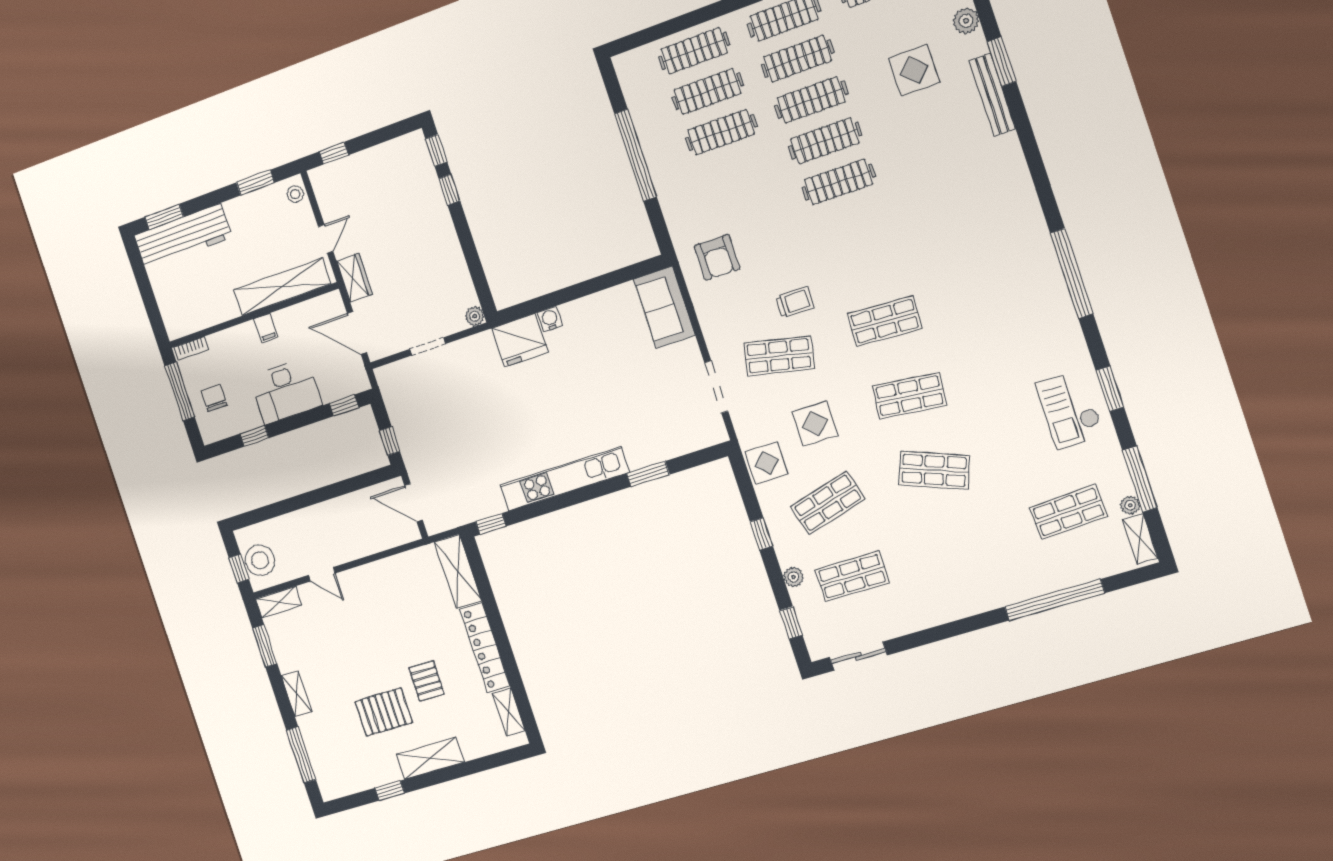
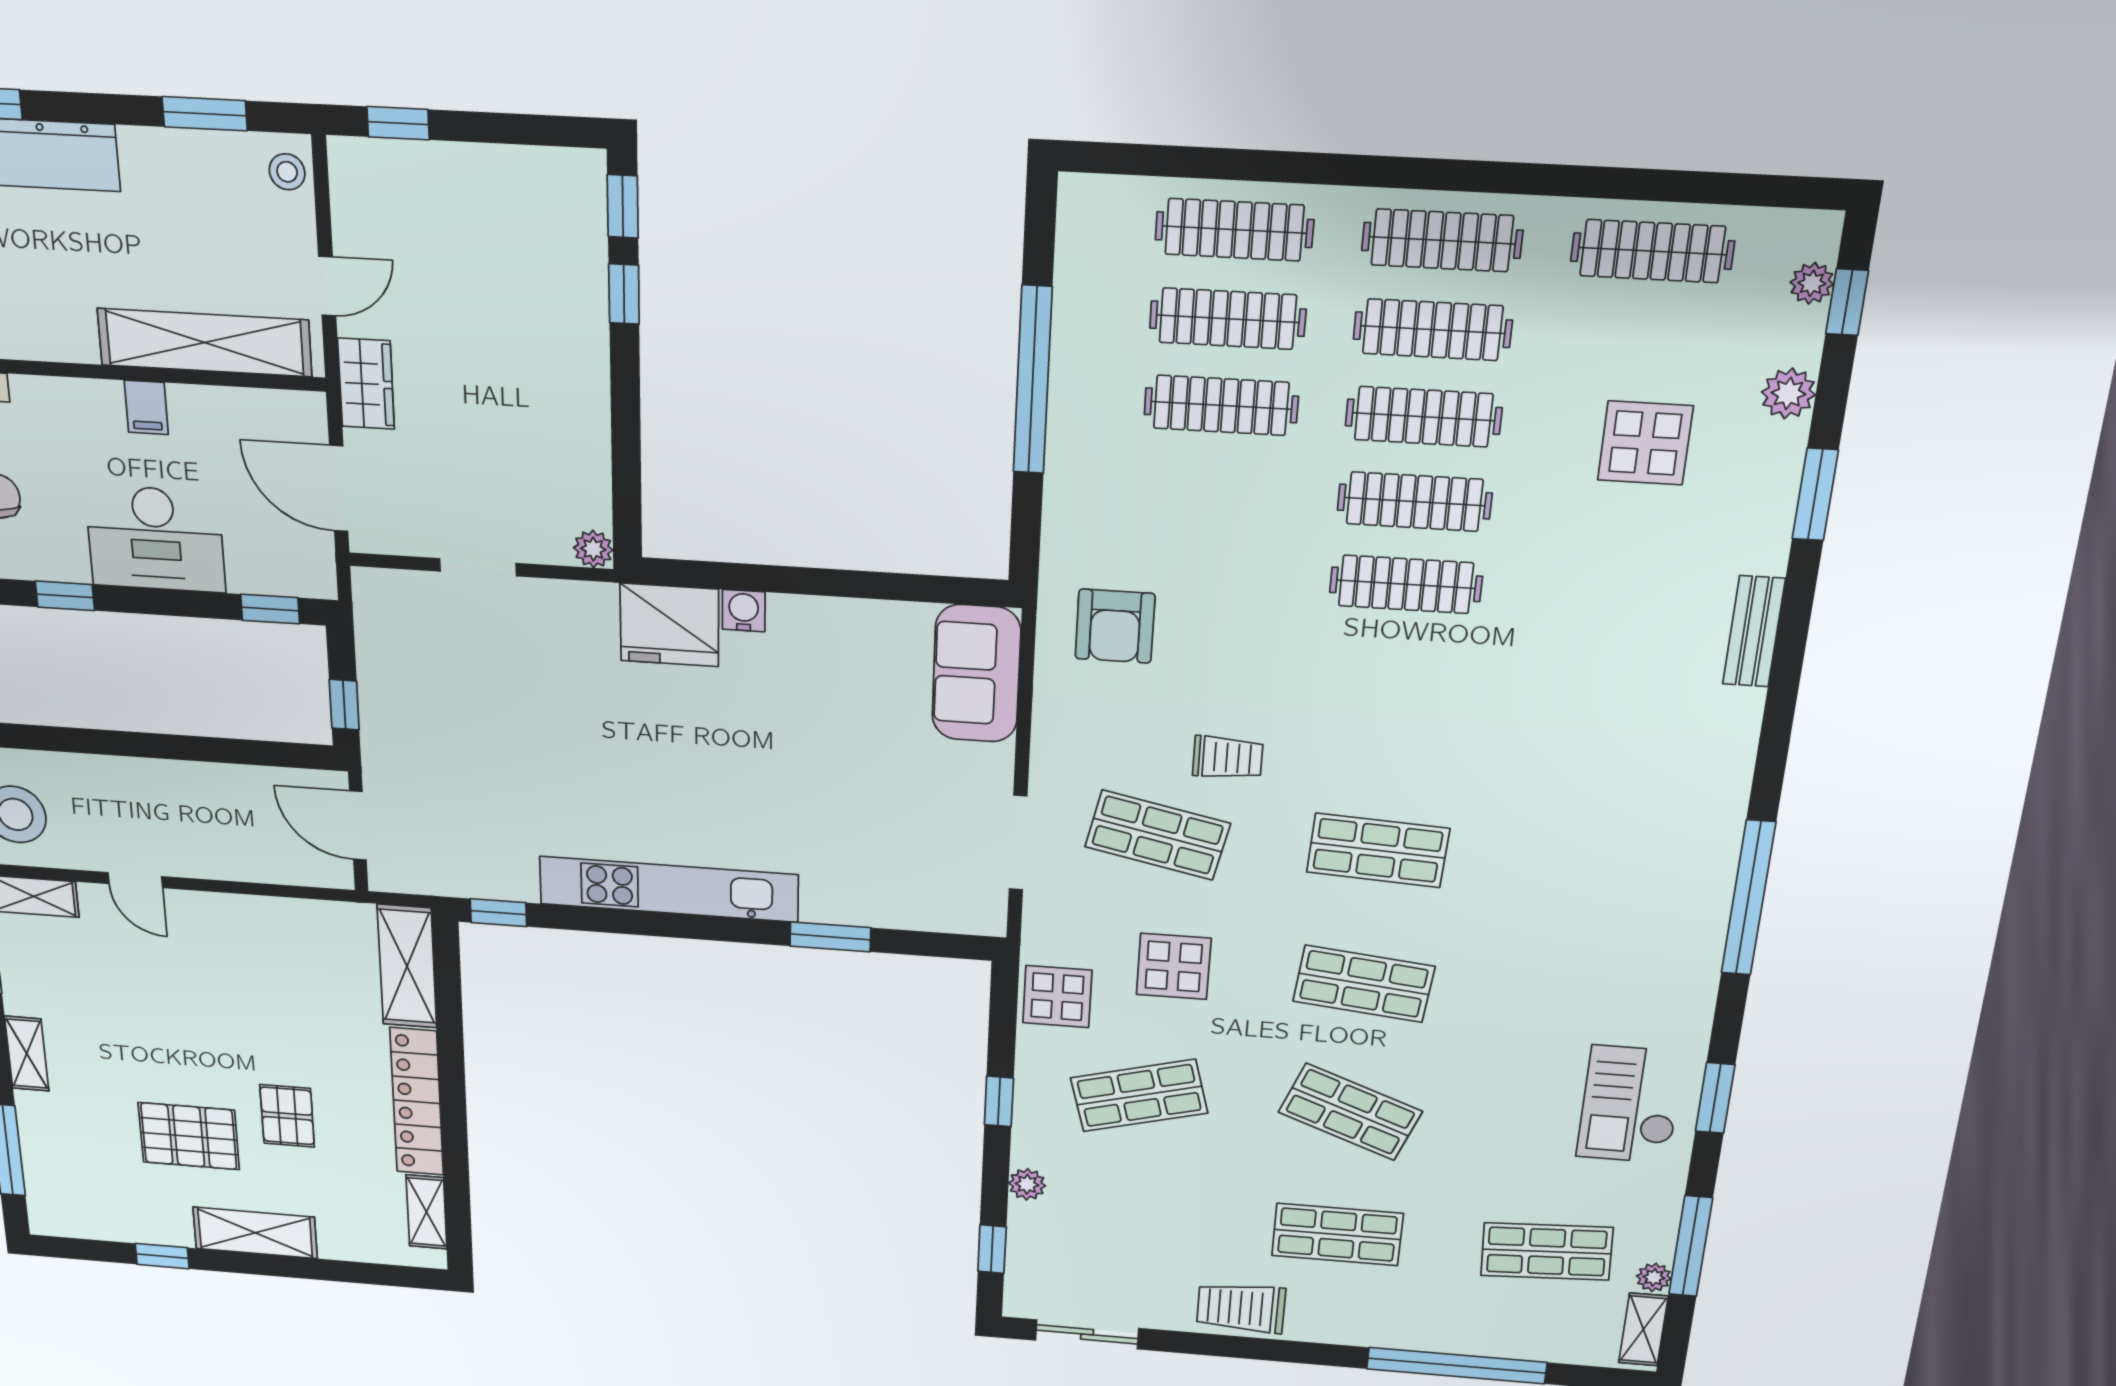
bench: (992, 95) -> (1754, 631), moved, width x0.73
shop shelf: (852, 576) -> (1337, 1235), moved
trolley: (929, 608) -> (1241, 1308), added

